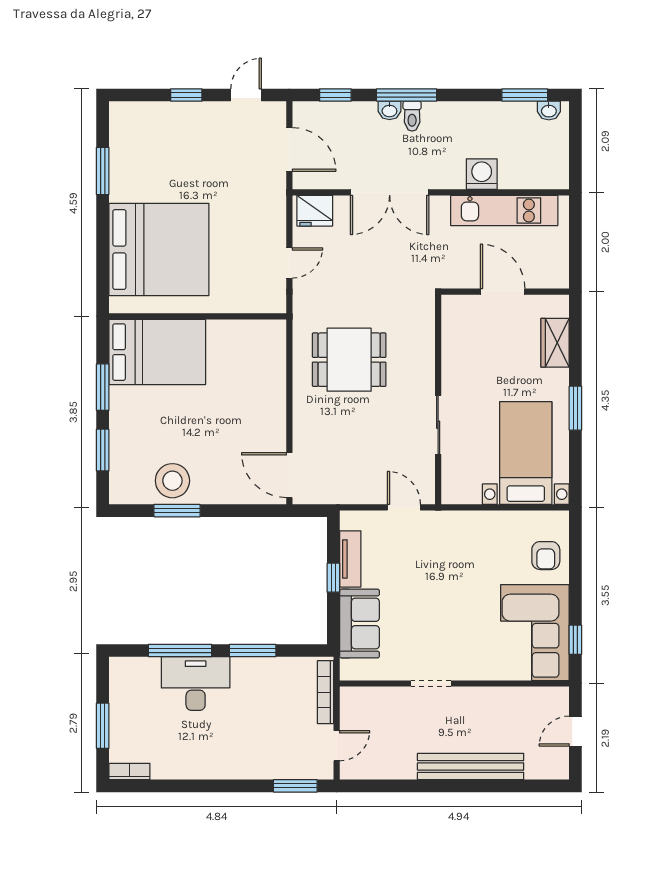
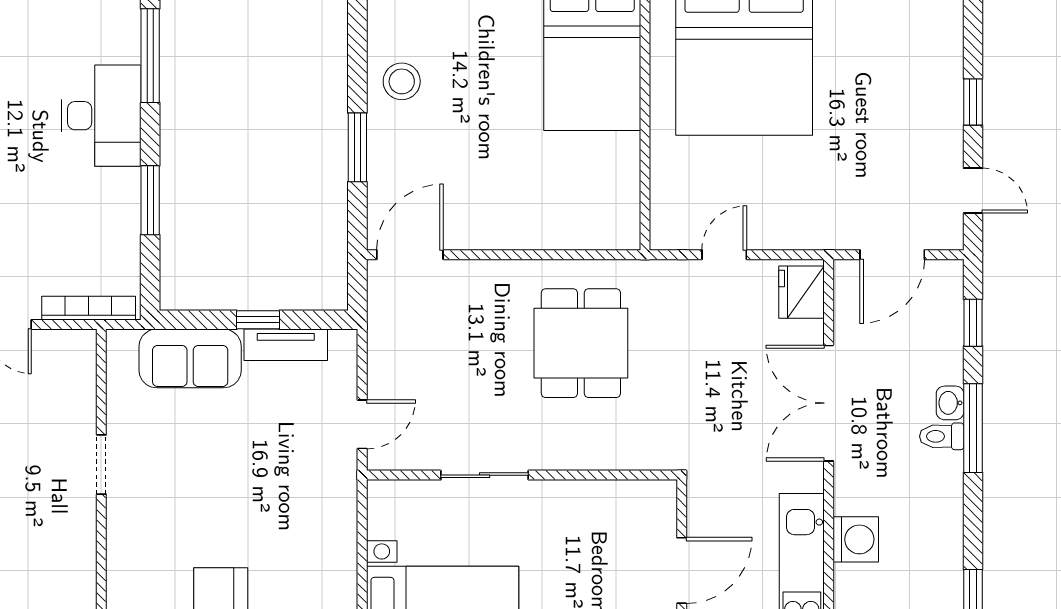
door: (289, 263) -> (724, 255), swing flipped
stool: (172, 481) -> (402, 81), width x0.73, depth x0.73
window: (177, 511) -> (357, 147), moved
window: (180, 650) -> (150, 56), moved

